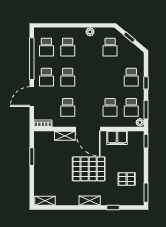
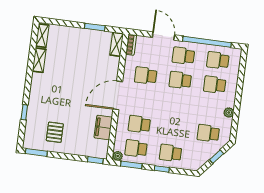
shelving: (65, 136) -> (117, 44), moved
pallet: (89, 169) -> (72, 90), removed
shelving: (90, 201) -> (39, 60), moved

